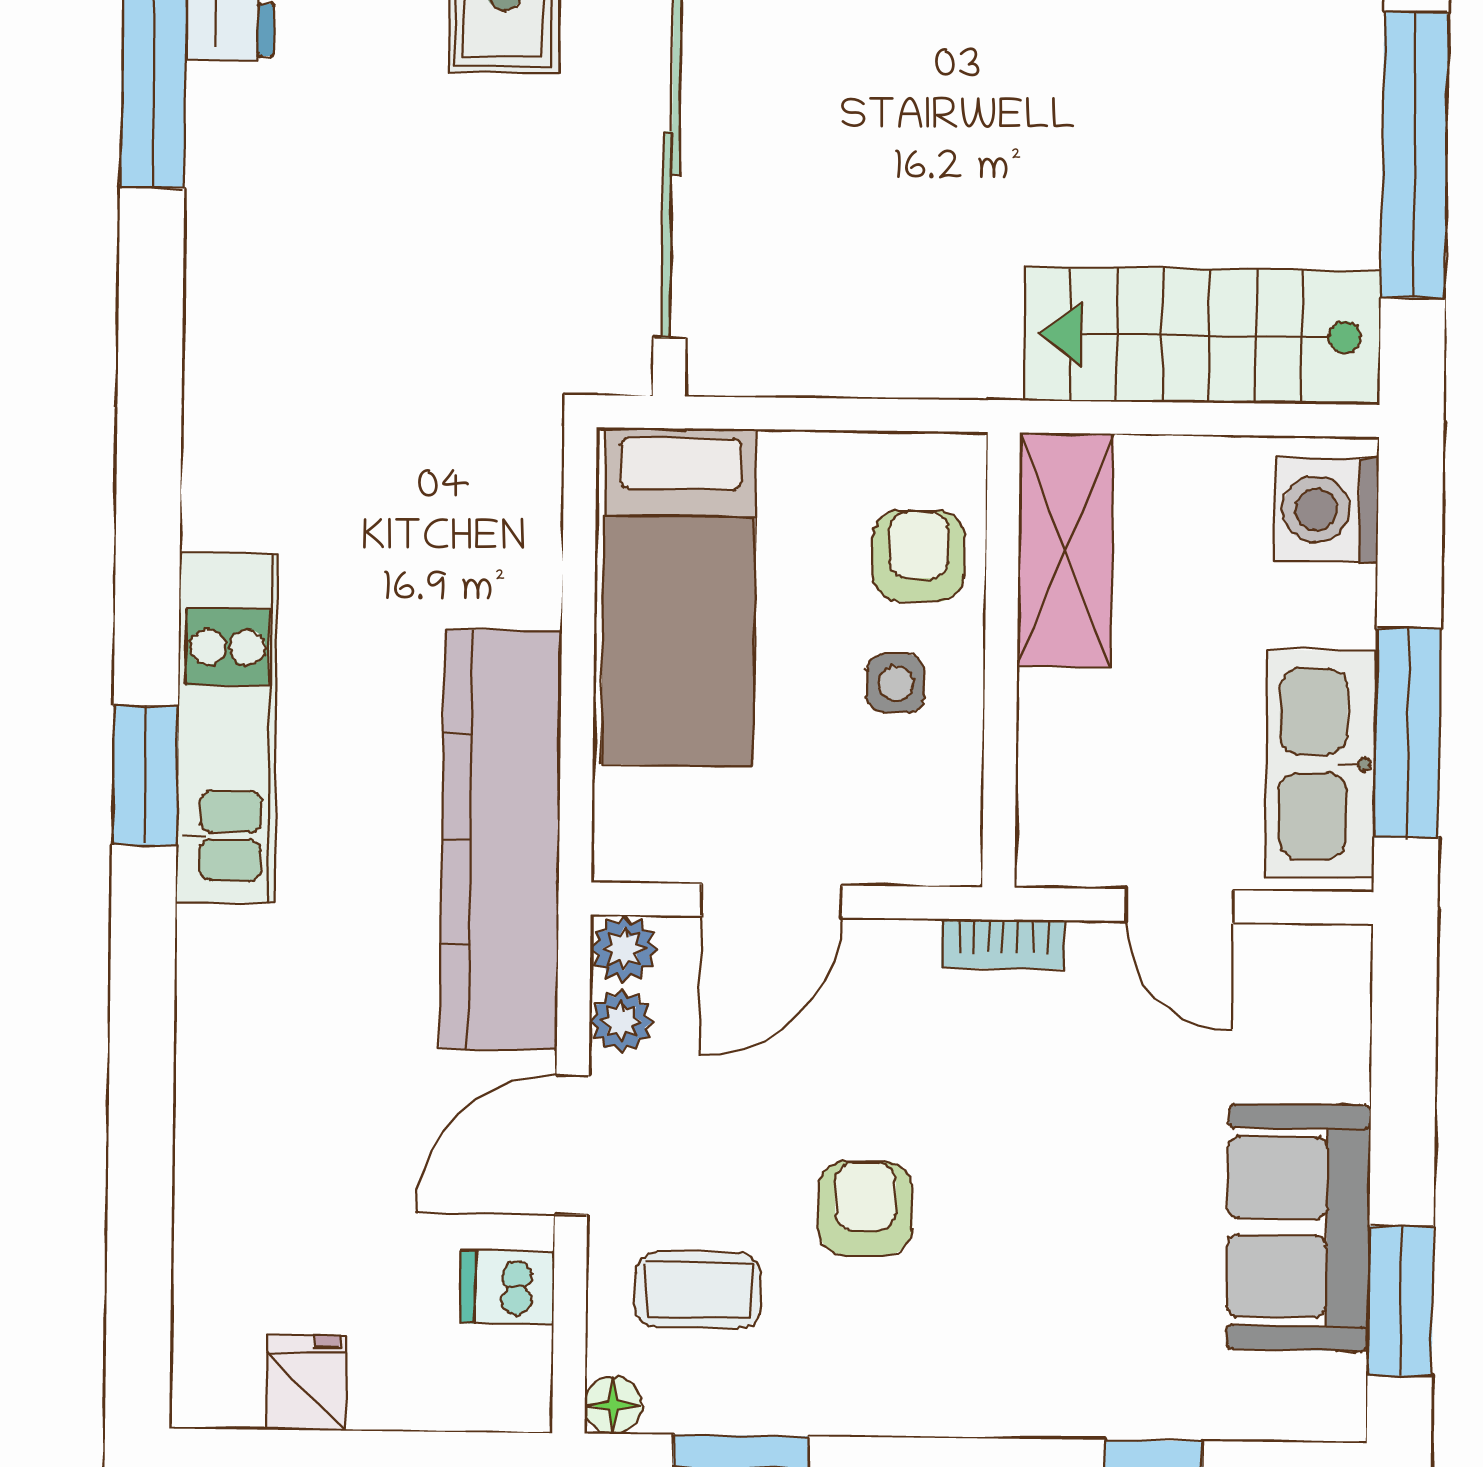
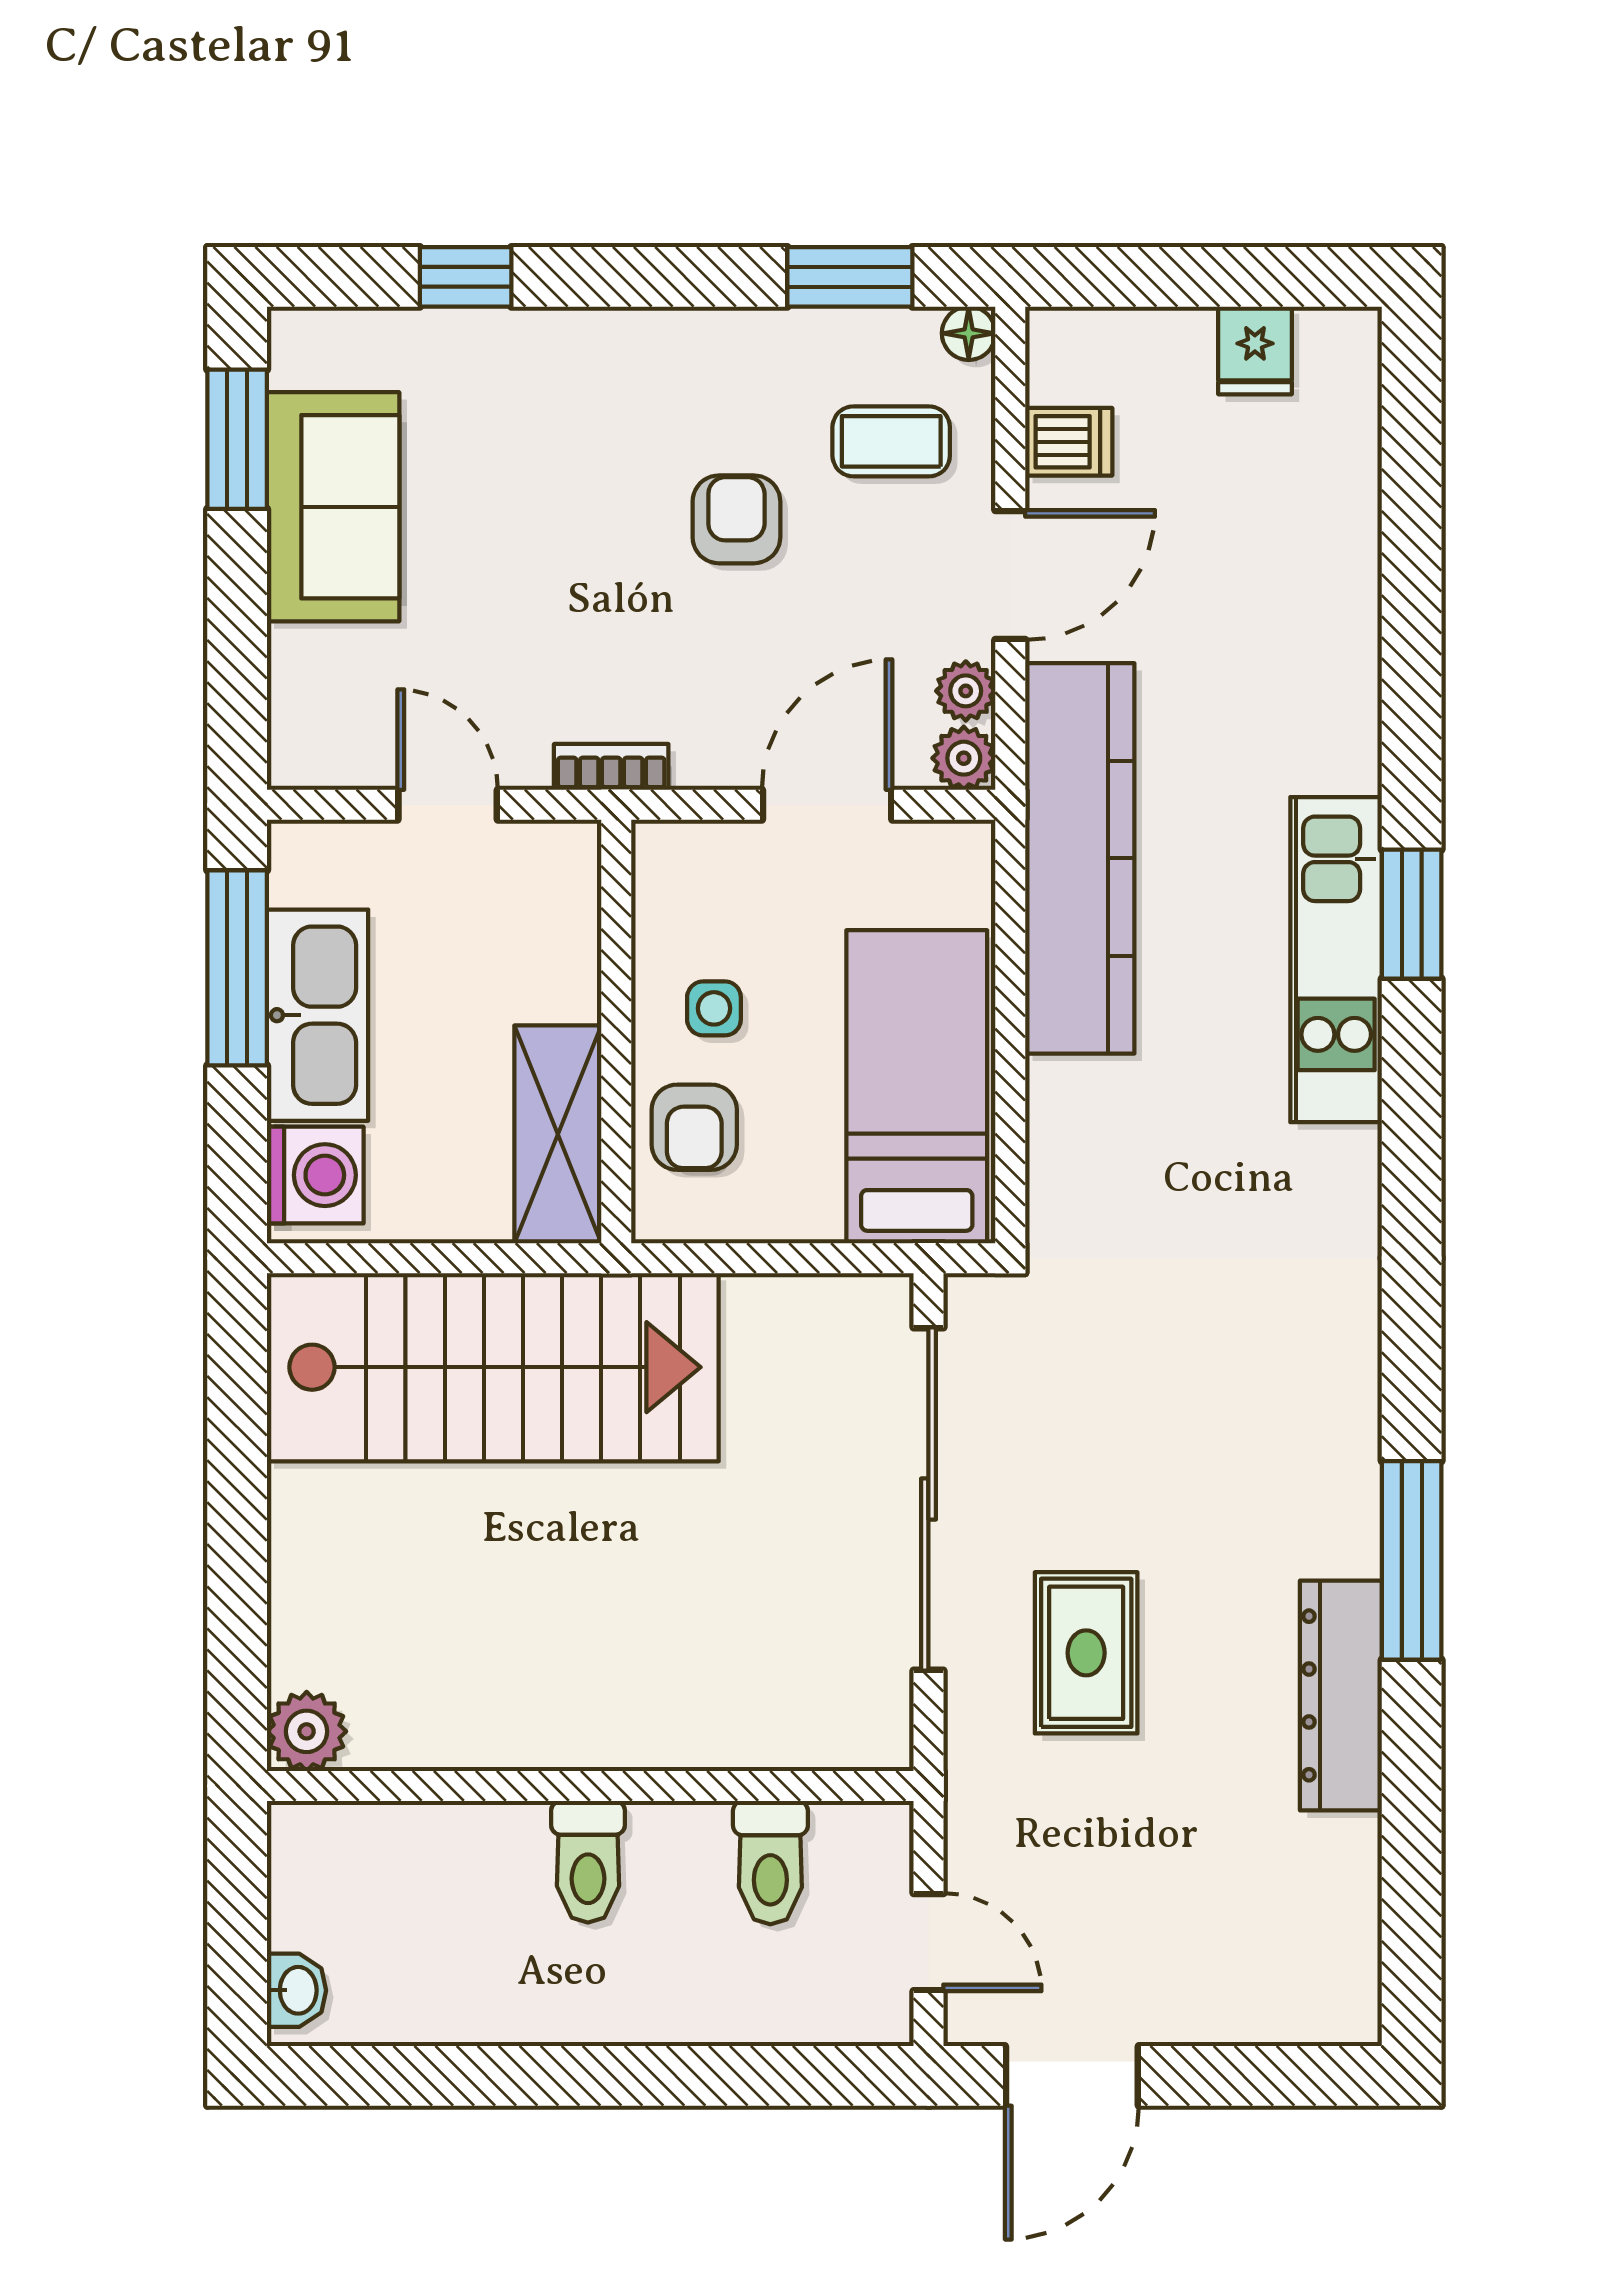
window: (1415, 155) -> (237, 1506), removed
stairs: (1202, 336) -> (493, 1367), width x1.36, depth x1.51
kitchen sink: (1321, 764) -> (317, 1015), moved
armchair: (865, 1208) -> (736, 519), turned 180

